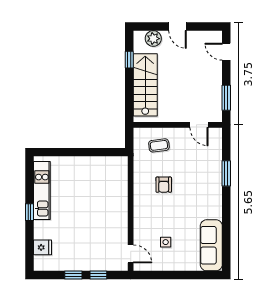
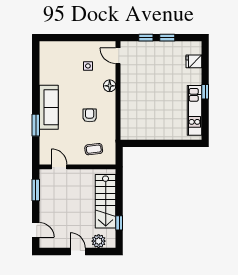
floor lamp: (140, 219) -> (110, 86), added
sofa: (211, 245) -> (49, 107), moved

